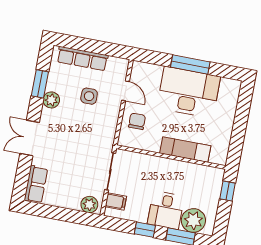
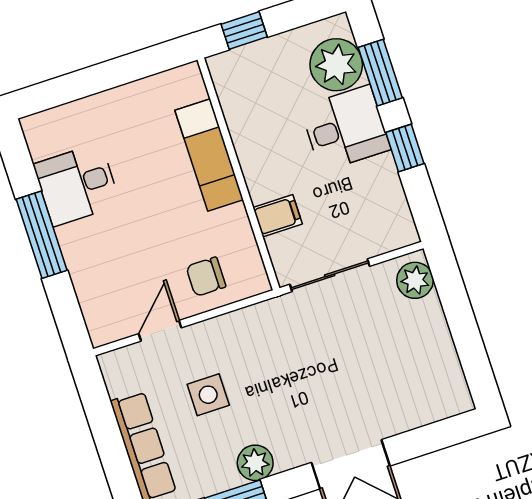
desk: (189, 92) -> (77, 185), width x0.53, depth x0.77
row of seats: (36, 184) -> (433, 404), removed
filing cabinet: (116, 202) -> (278, 216), moved, turned 90

